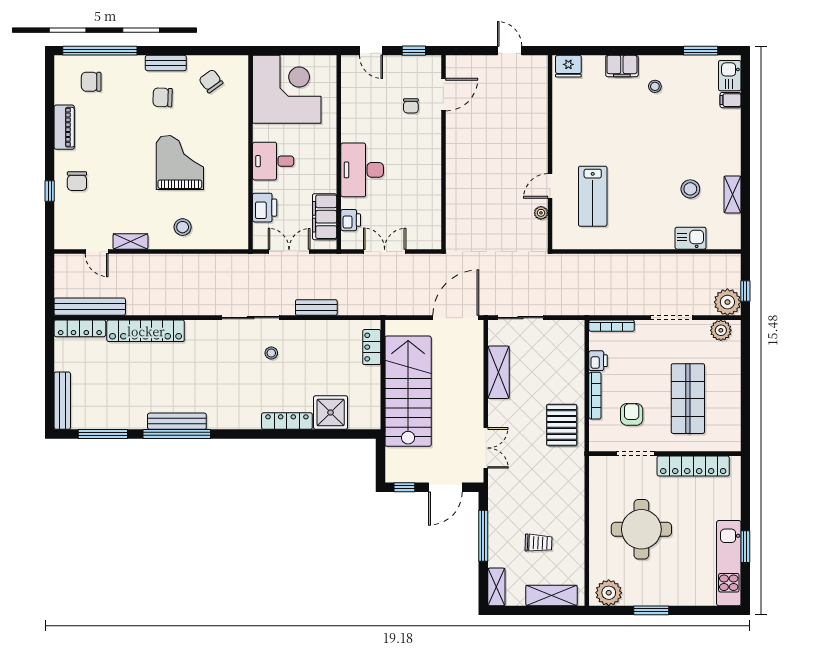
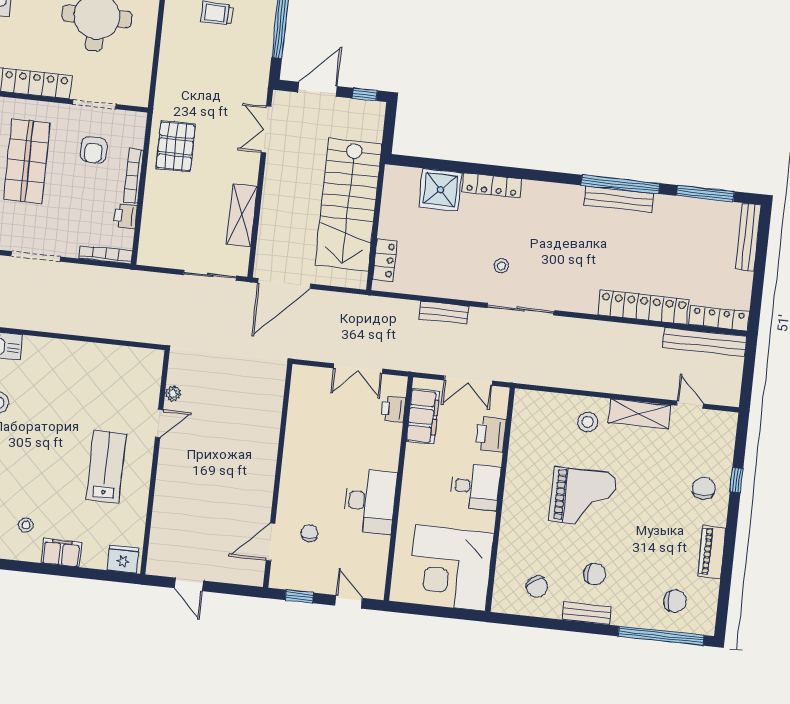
grand piano: (180, 162) -> (583, 497), turned -90
desk: (362, 170) -> (370, 501), moved
lab bench: (593, 196) -> (106, 466), moved
shelving: (130, 241) -> (639, 414), width x1.50, depth x1.33

